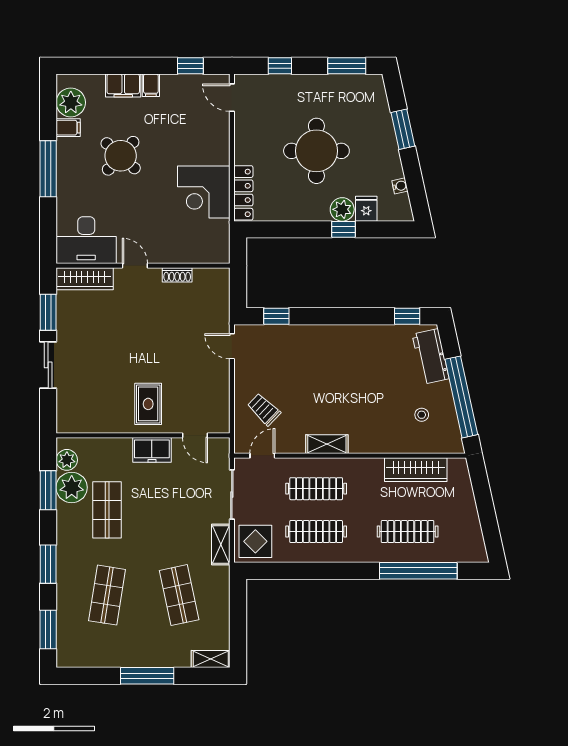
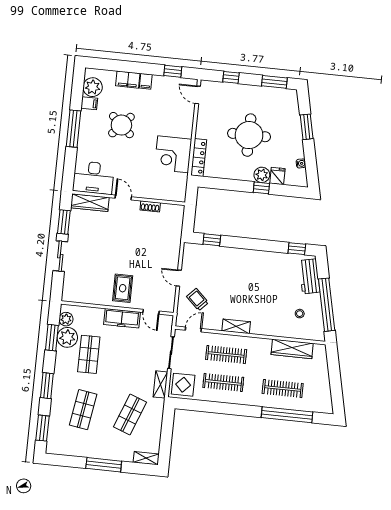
door: (232, 346) -> (179, 278), moved
freezer: (152, 450) -> (122, 318), width x1.40
shop shelf: (179, 595) -> (130, 415), turned 33

